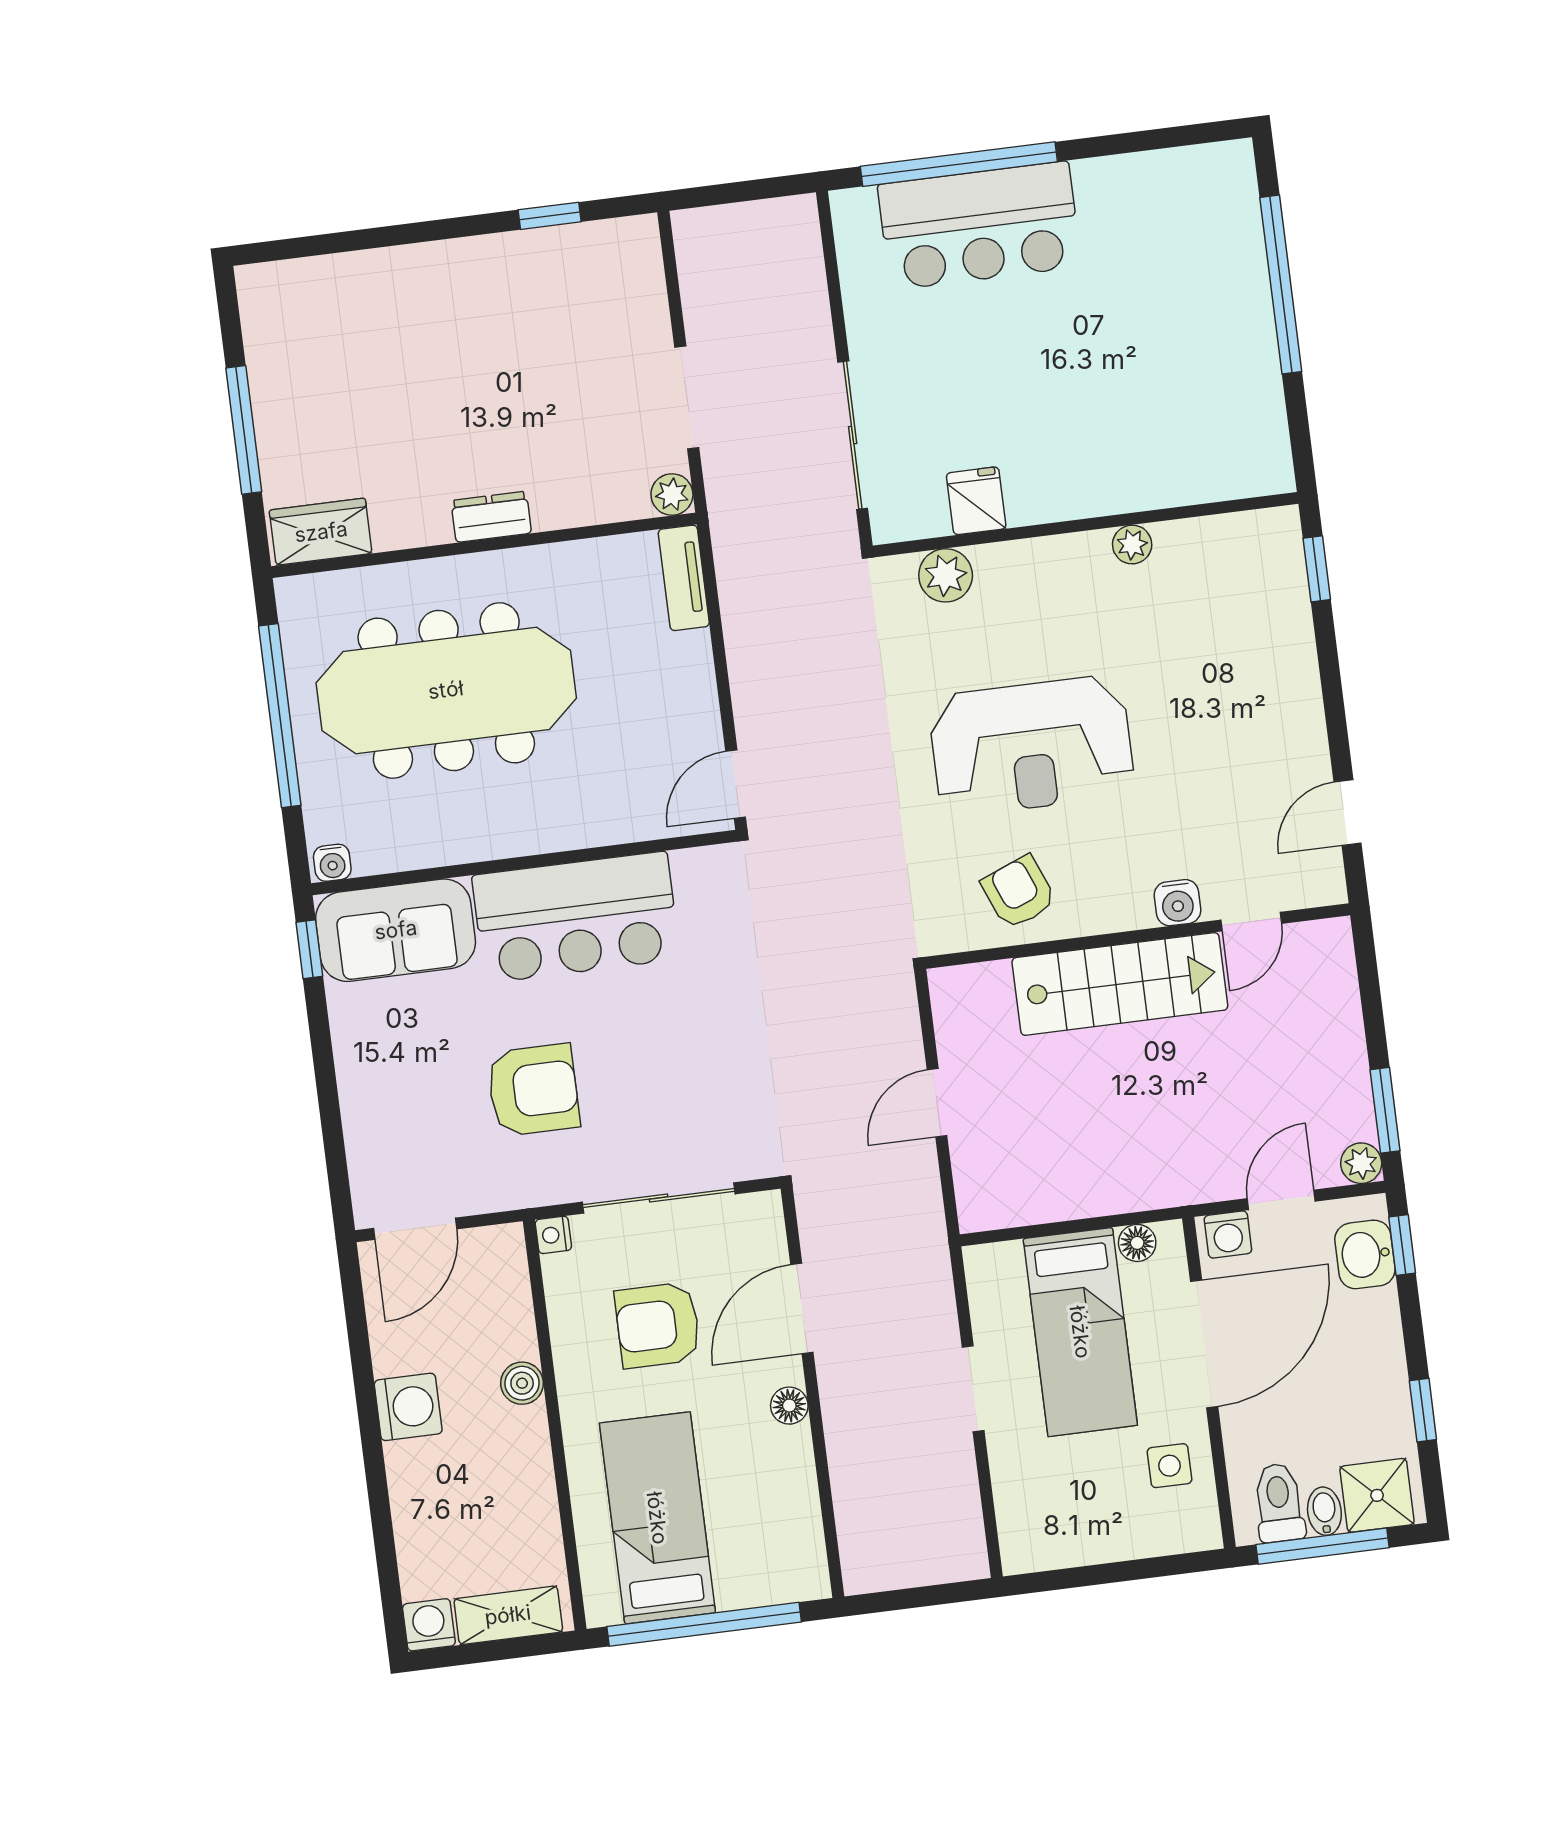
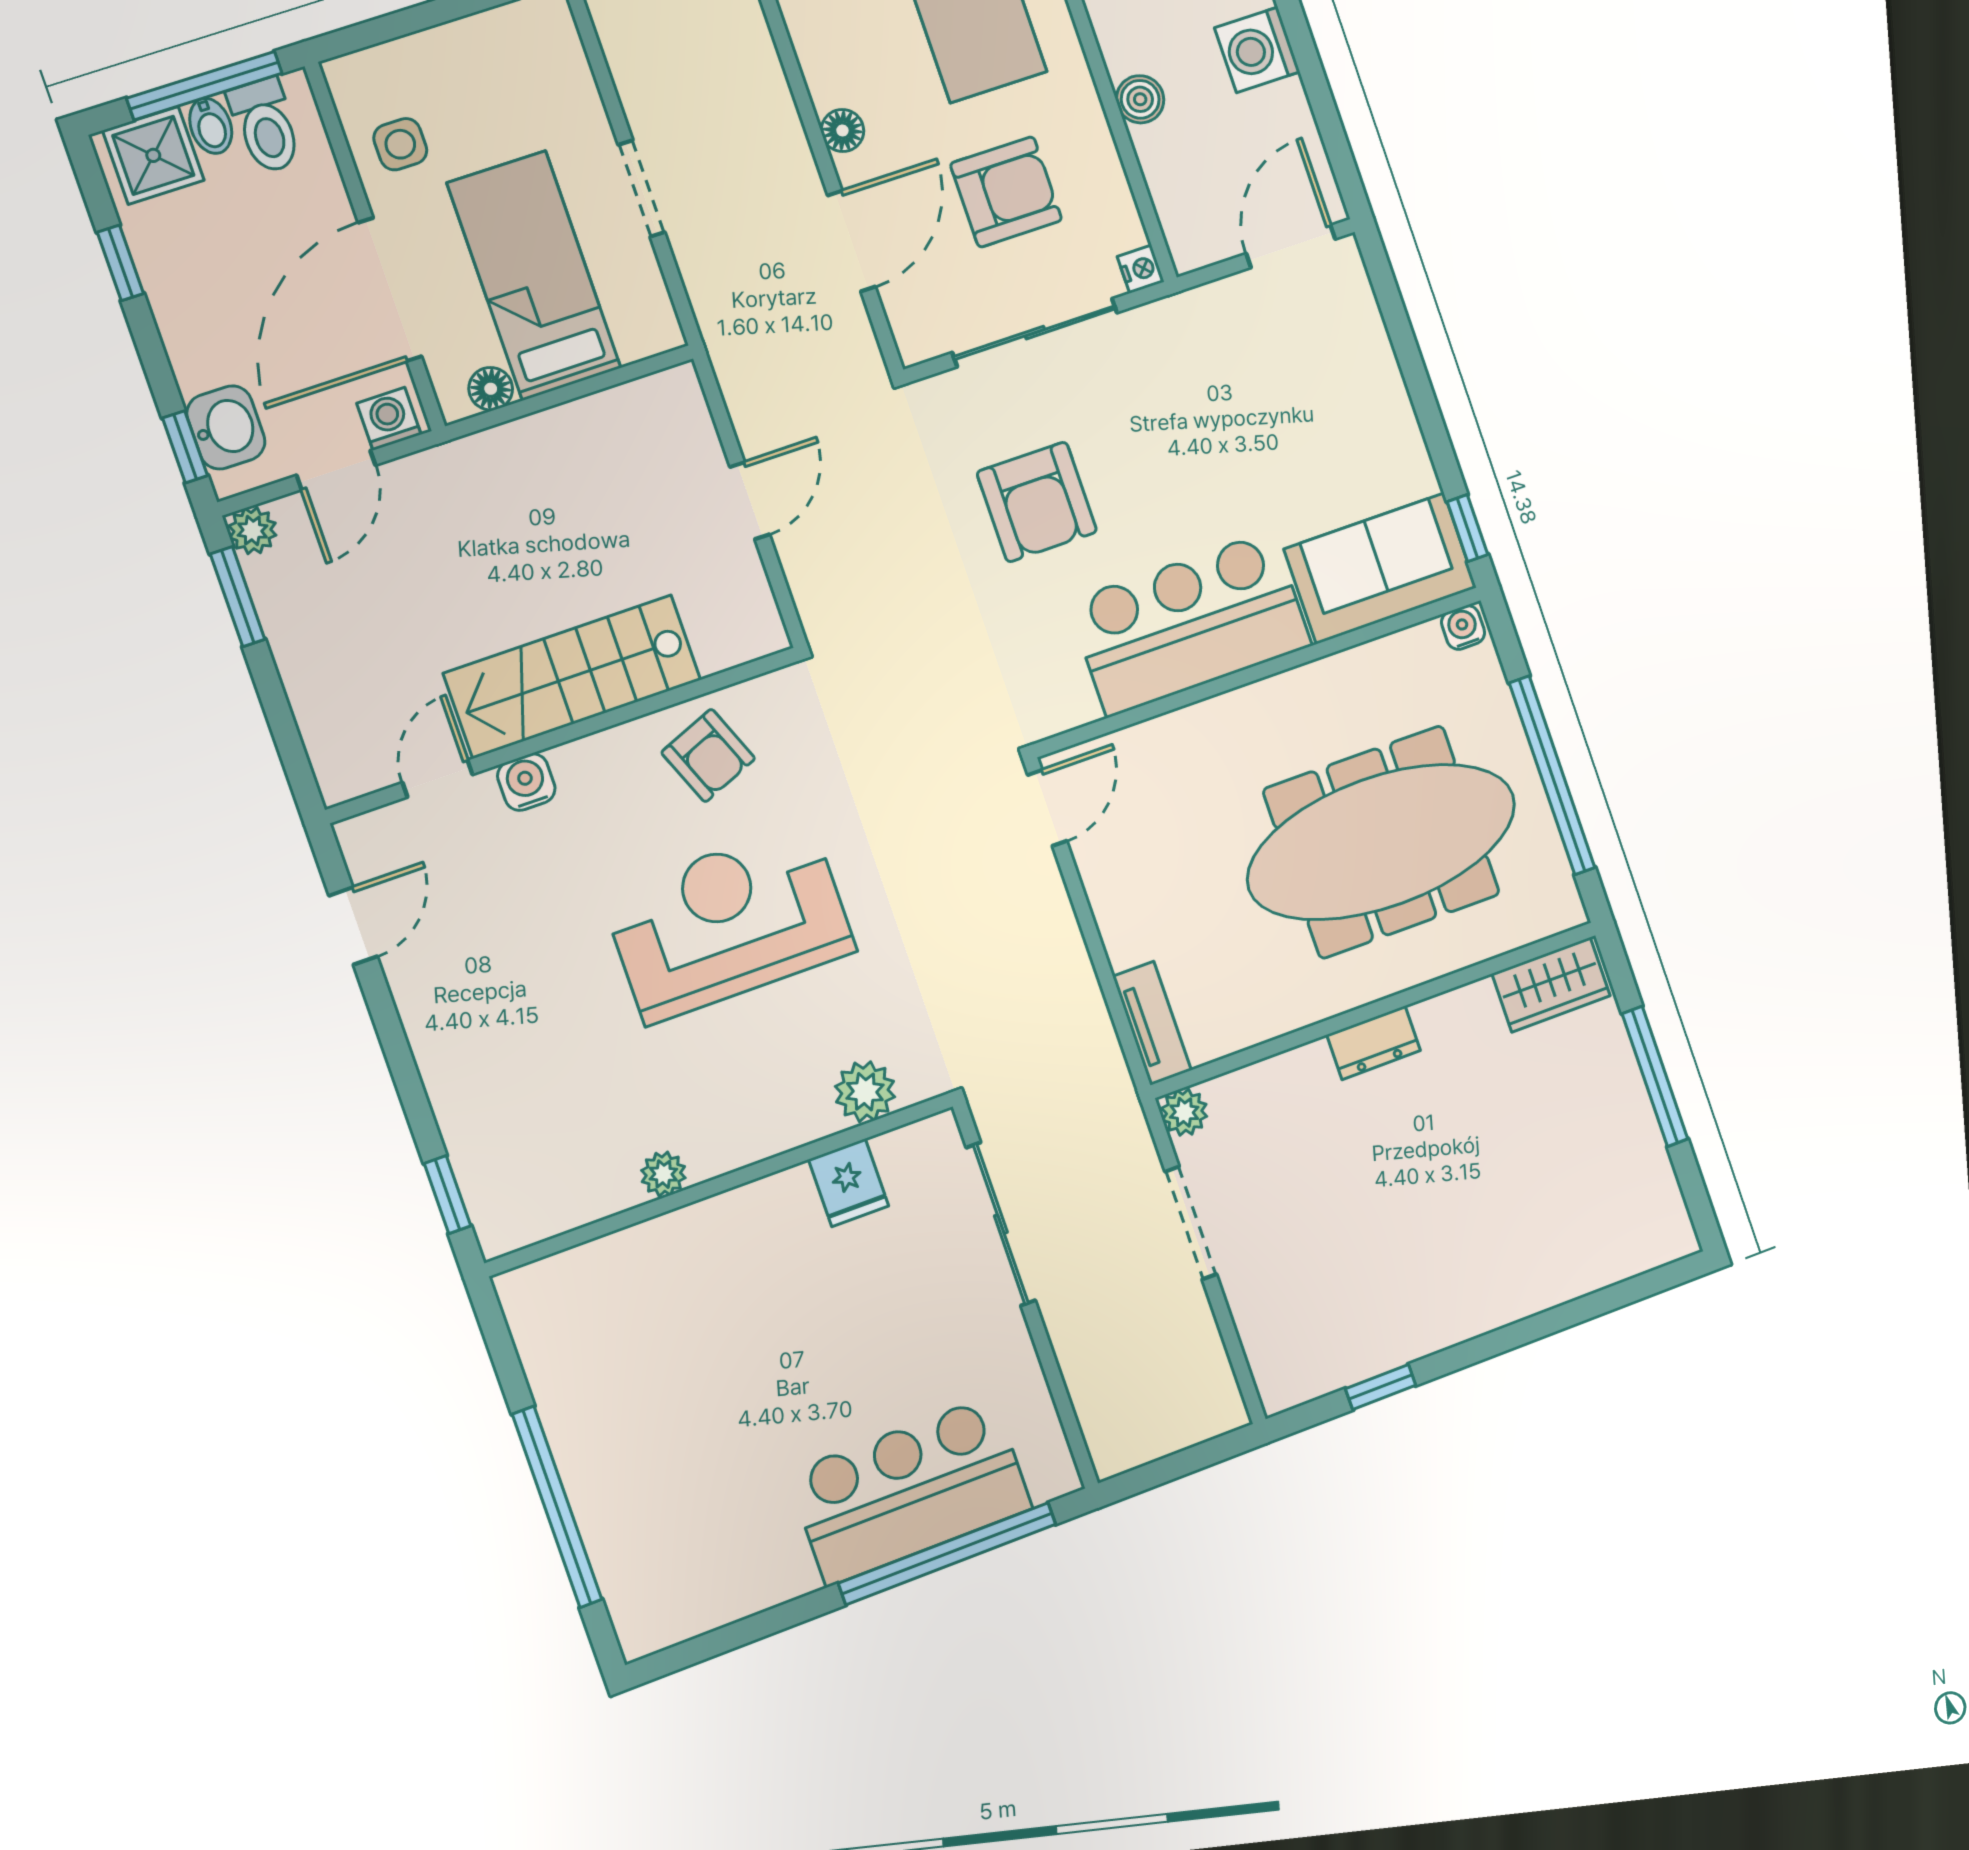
armchair: (533, 1090) -> (1037, 502), moved, turned -90

